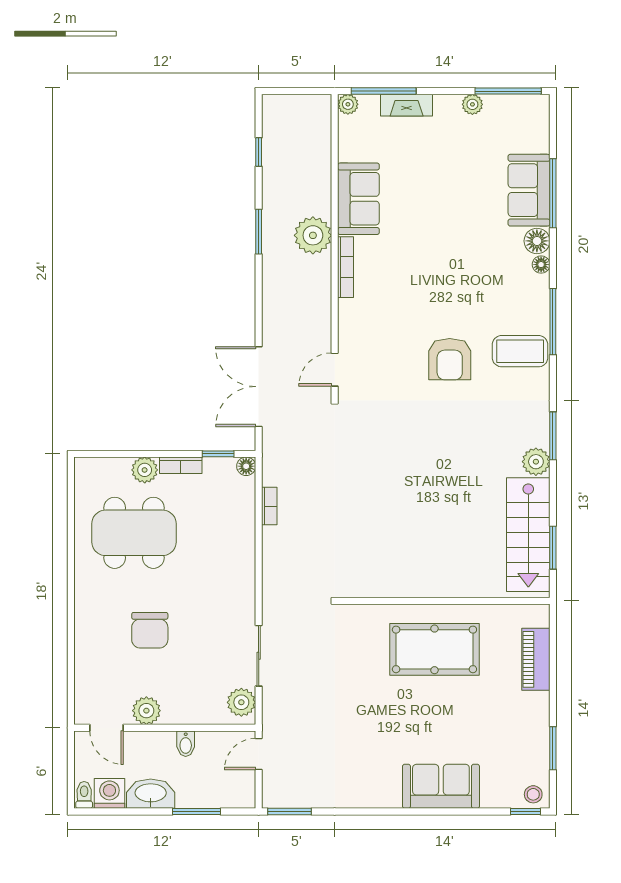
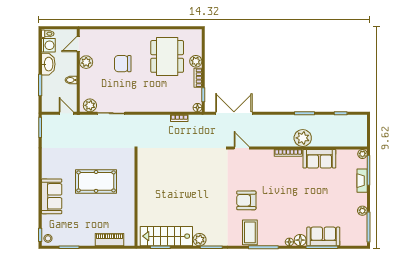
pool table: (434, 649) -> (96, 181), moved, turned 90

